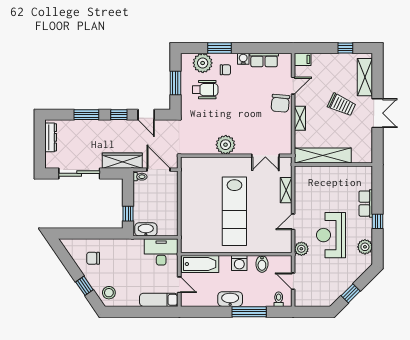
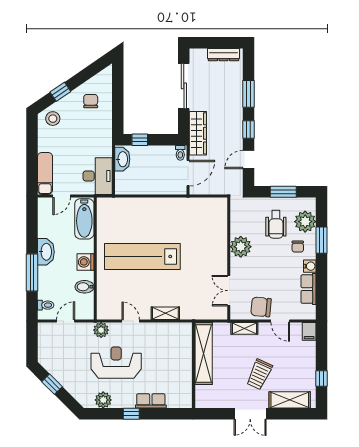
plant: (226, 145) -> (241, 247), moved
wall: (236, 156) -> (229, 258), moved
double door: (265, 156) -> (229, 291), moved

